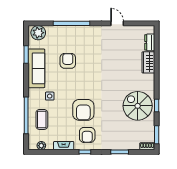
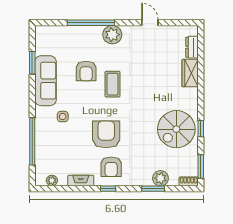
plant: (38, 33) -> (112, 35), moved
armchair: (68, 61) -> (86, 71), turned 180
spiral stairs: (138, 106) -> (176, 129), turned -90
armchair: (83, 110) -> (106, 134), turned 180
coffee table: (42, 119) -> (113, 84), moved
plant: (125, 144) -> (160, 178), added

